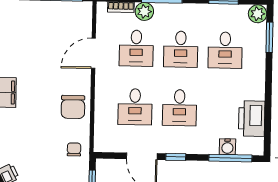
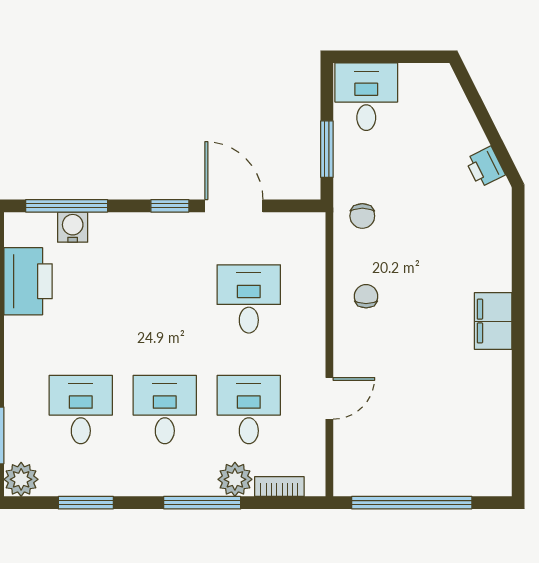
door: (93, 53) -> (329, 398), width x0.73
chair: (73, 107) -> (366, 296), width x0.54, depth x0.54
desk: (179, 108) -> (165, 299), removed

